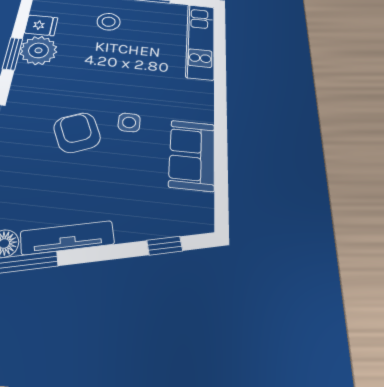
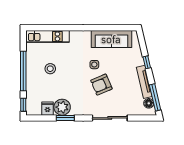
stool: (109, 22) -> (50, 69), moved
sofa: (192, 155) -> (111, 39), width x1.36
window: (165, 246) -> (147, 62), moved

